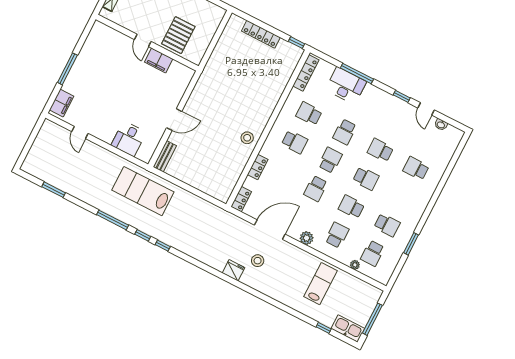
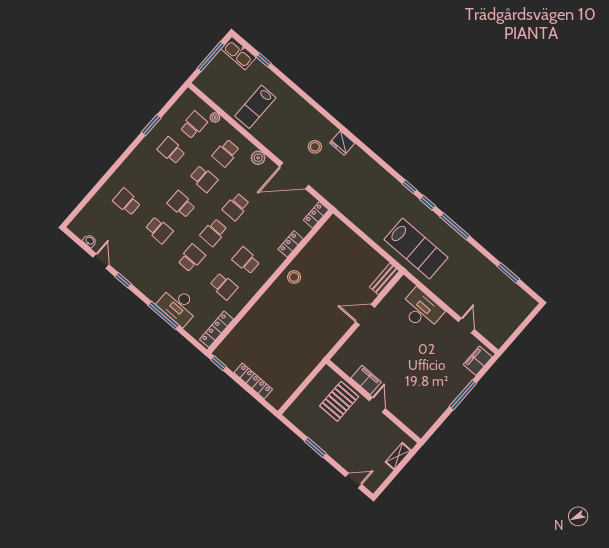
desk: (129, 139) -> (421, 310), width x1.37
school desk: (416, 168) -> (127, 202), turned 180
school desk: (316, 188) -> (236, 207), turned 180

